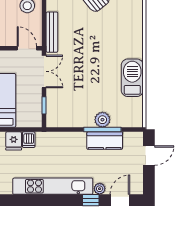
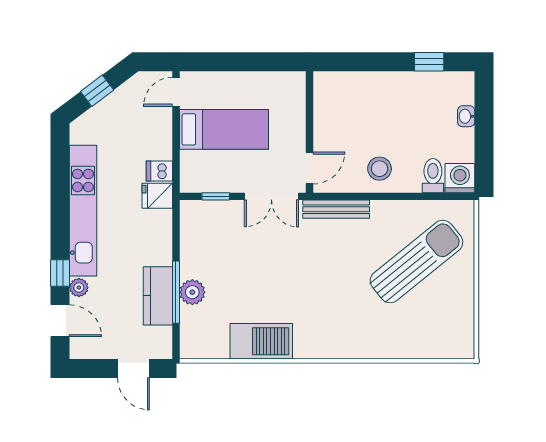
fridge: (14, 141) -> (157, 196), moved

